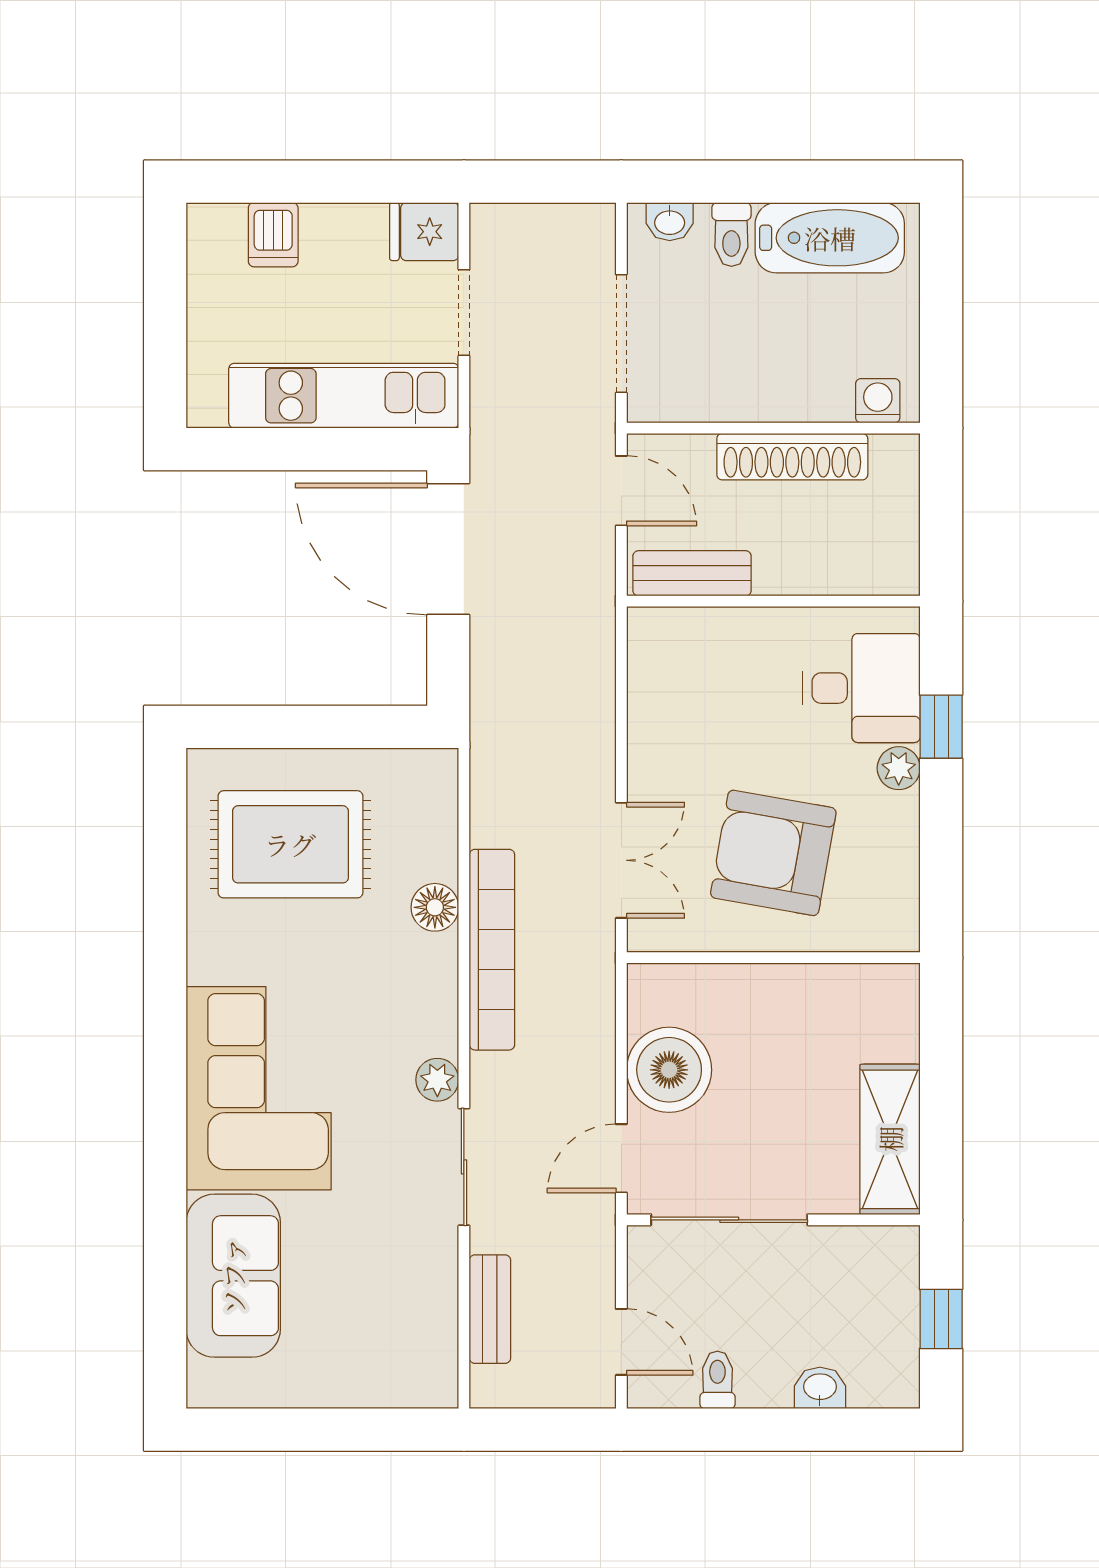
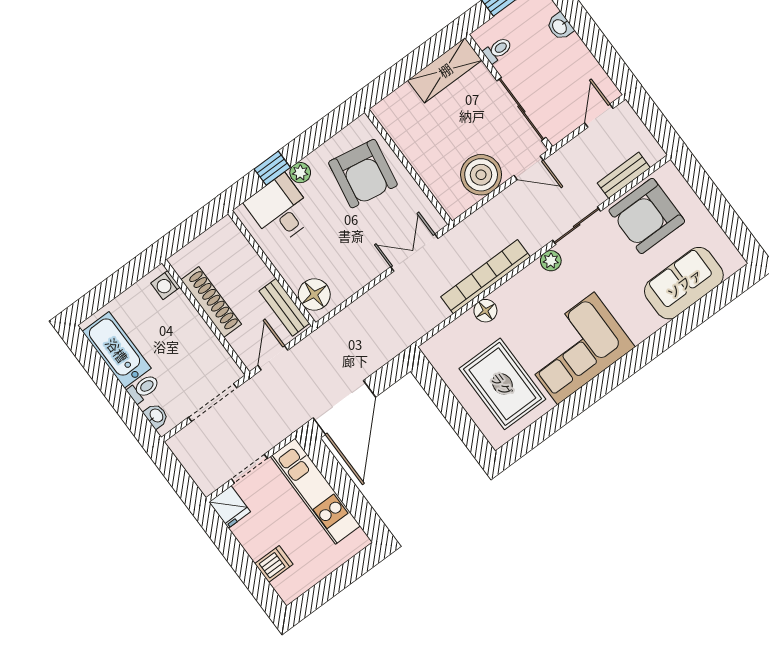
floor lamp: (676, 639) -> (314, 295), added
armchair: (773, 853) -> (363, 174), moved
corner sofa: (259, 1088) -> (576, 348), moved
armchair: (393, 1297) -> (647, 216), added
toilet: (717, 1380) -> (498, 50), moved, turned 180

